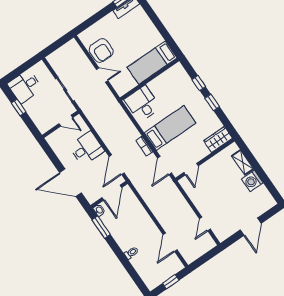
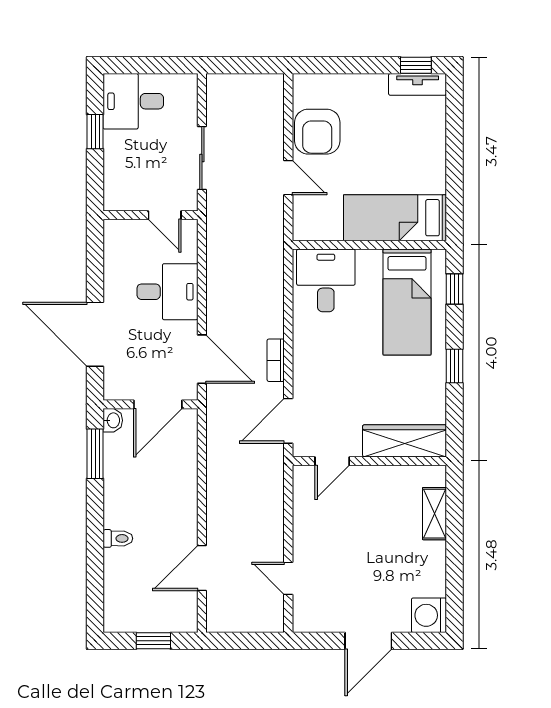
window: (199, 83) -> (454, 289), moved
bed: (170, 128) -> (407, 302), moved, turned 90
wardrobe: (218, 139) -> (405, 441), width x1.50
door: (117, 165) -> (202, 359), swing flipped
washing machine: (252, 181) -> (429, 615), moved
door: (205, 224) -> (288, 578), hinge flipped

